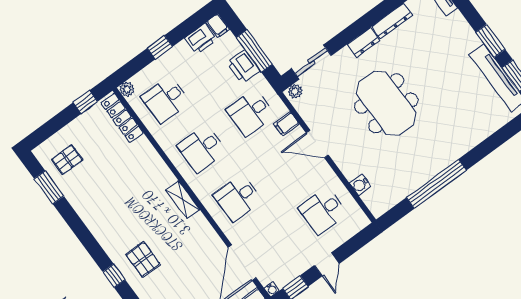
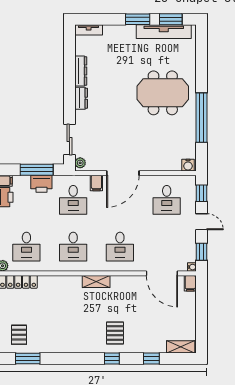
meeting table: (386, 103) -> (163, 93), moved
door: (317, 144) -> (123, 173), width x1.36
water cooler: (360, 185) -> (188, 165), moved
window: (357, 242) -> (202, 193), added
pallet: (143, 259) -> (115, 333), turned 90

